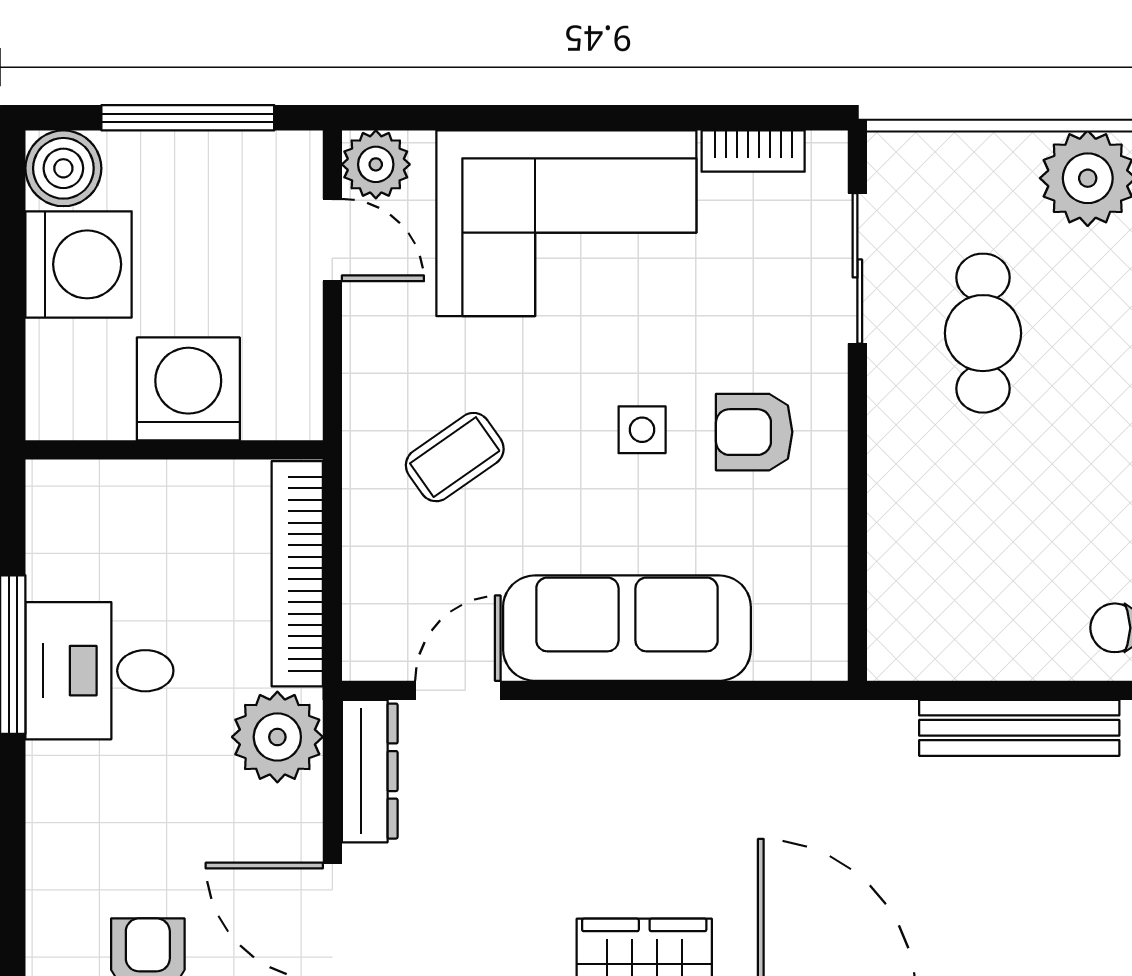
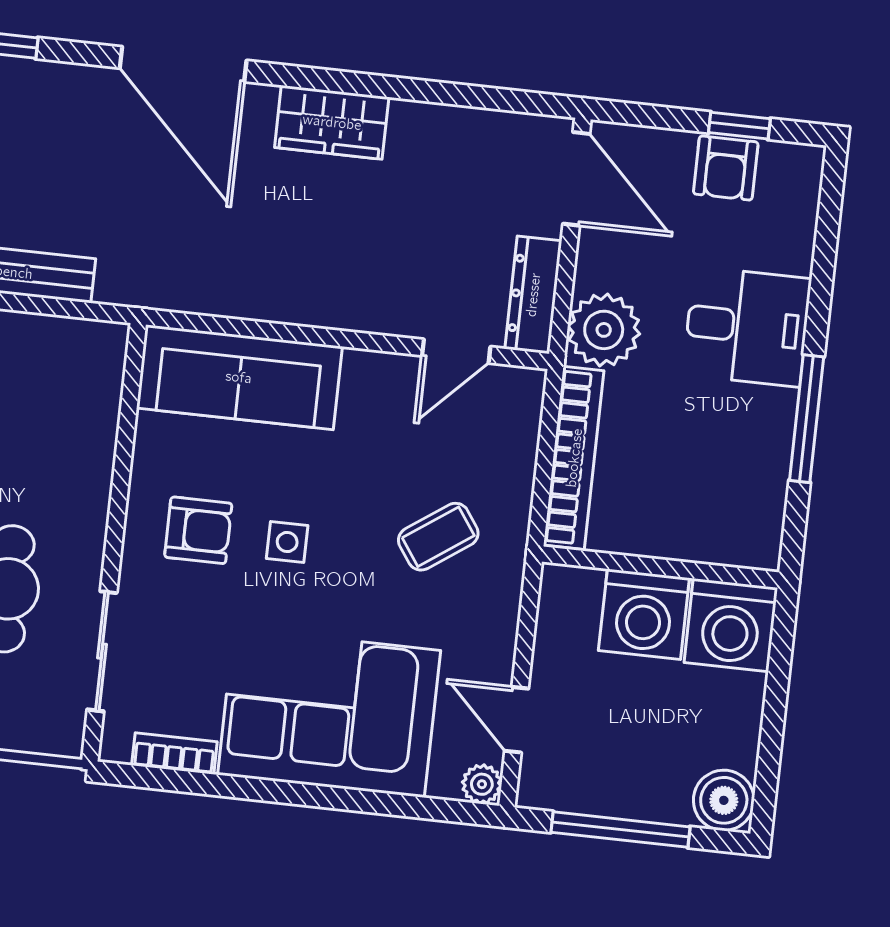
plant: (376, 164) -> (482, 784), width x0.73, depth x0.73
washing machine: (79, 264) -> (731, 625), moved, turned -90
sofa: (627, 628) -> (239, 377), moved
desk: (99, 671) -> (747, 327), moved

